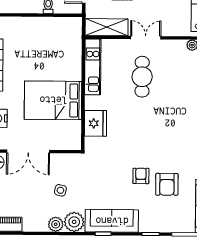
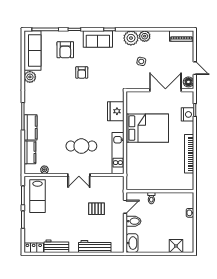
shelving: (107, 27) -> (108, 183), removed
cafe table: (142, 77) -> (81, 146), turned 90
armchair: (167, 184) -> (65, 50), moved, turned 180
sofa: (112, 221) -> (98, 39), width x0.73

